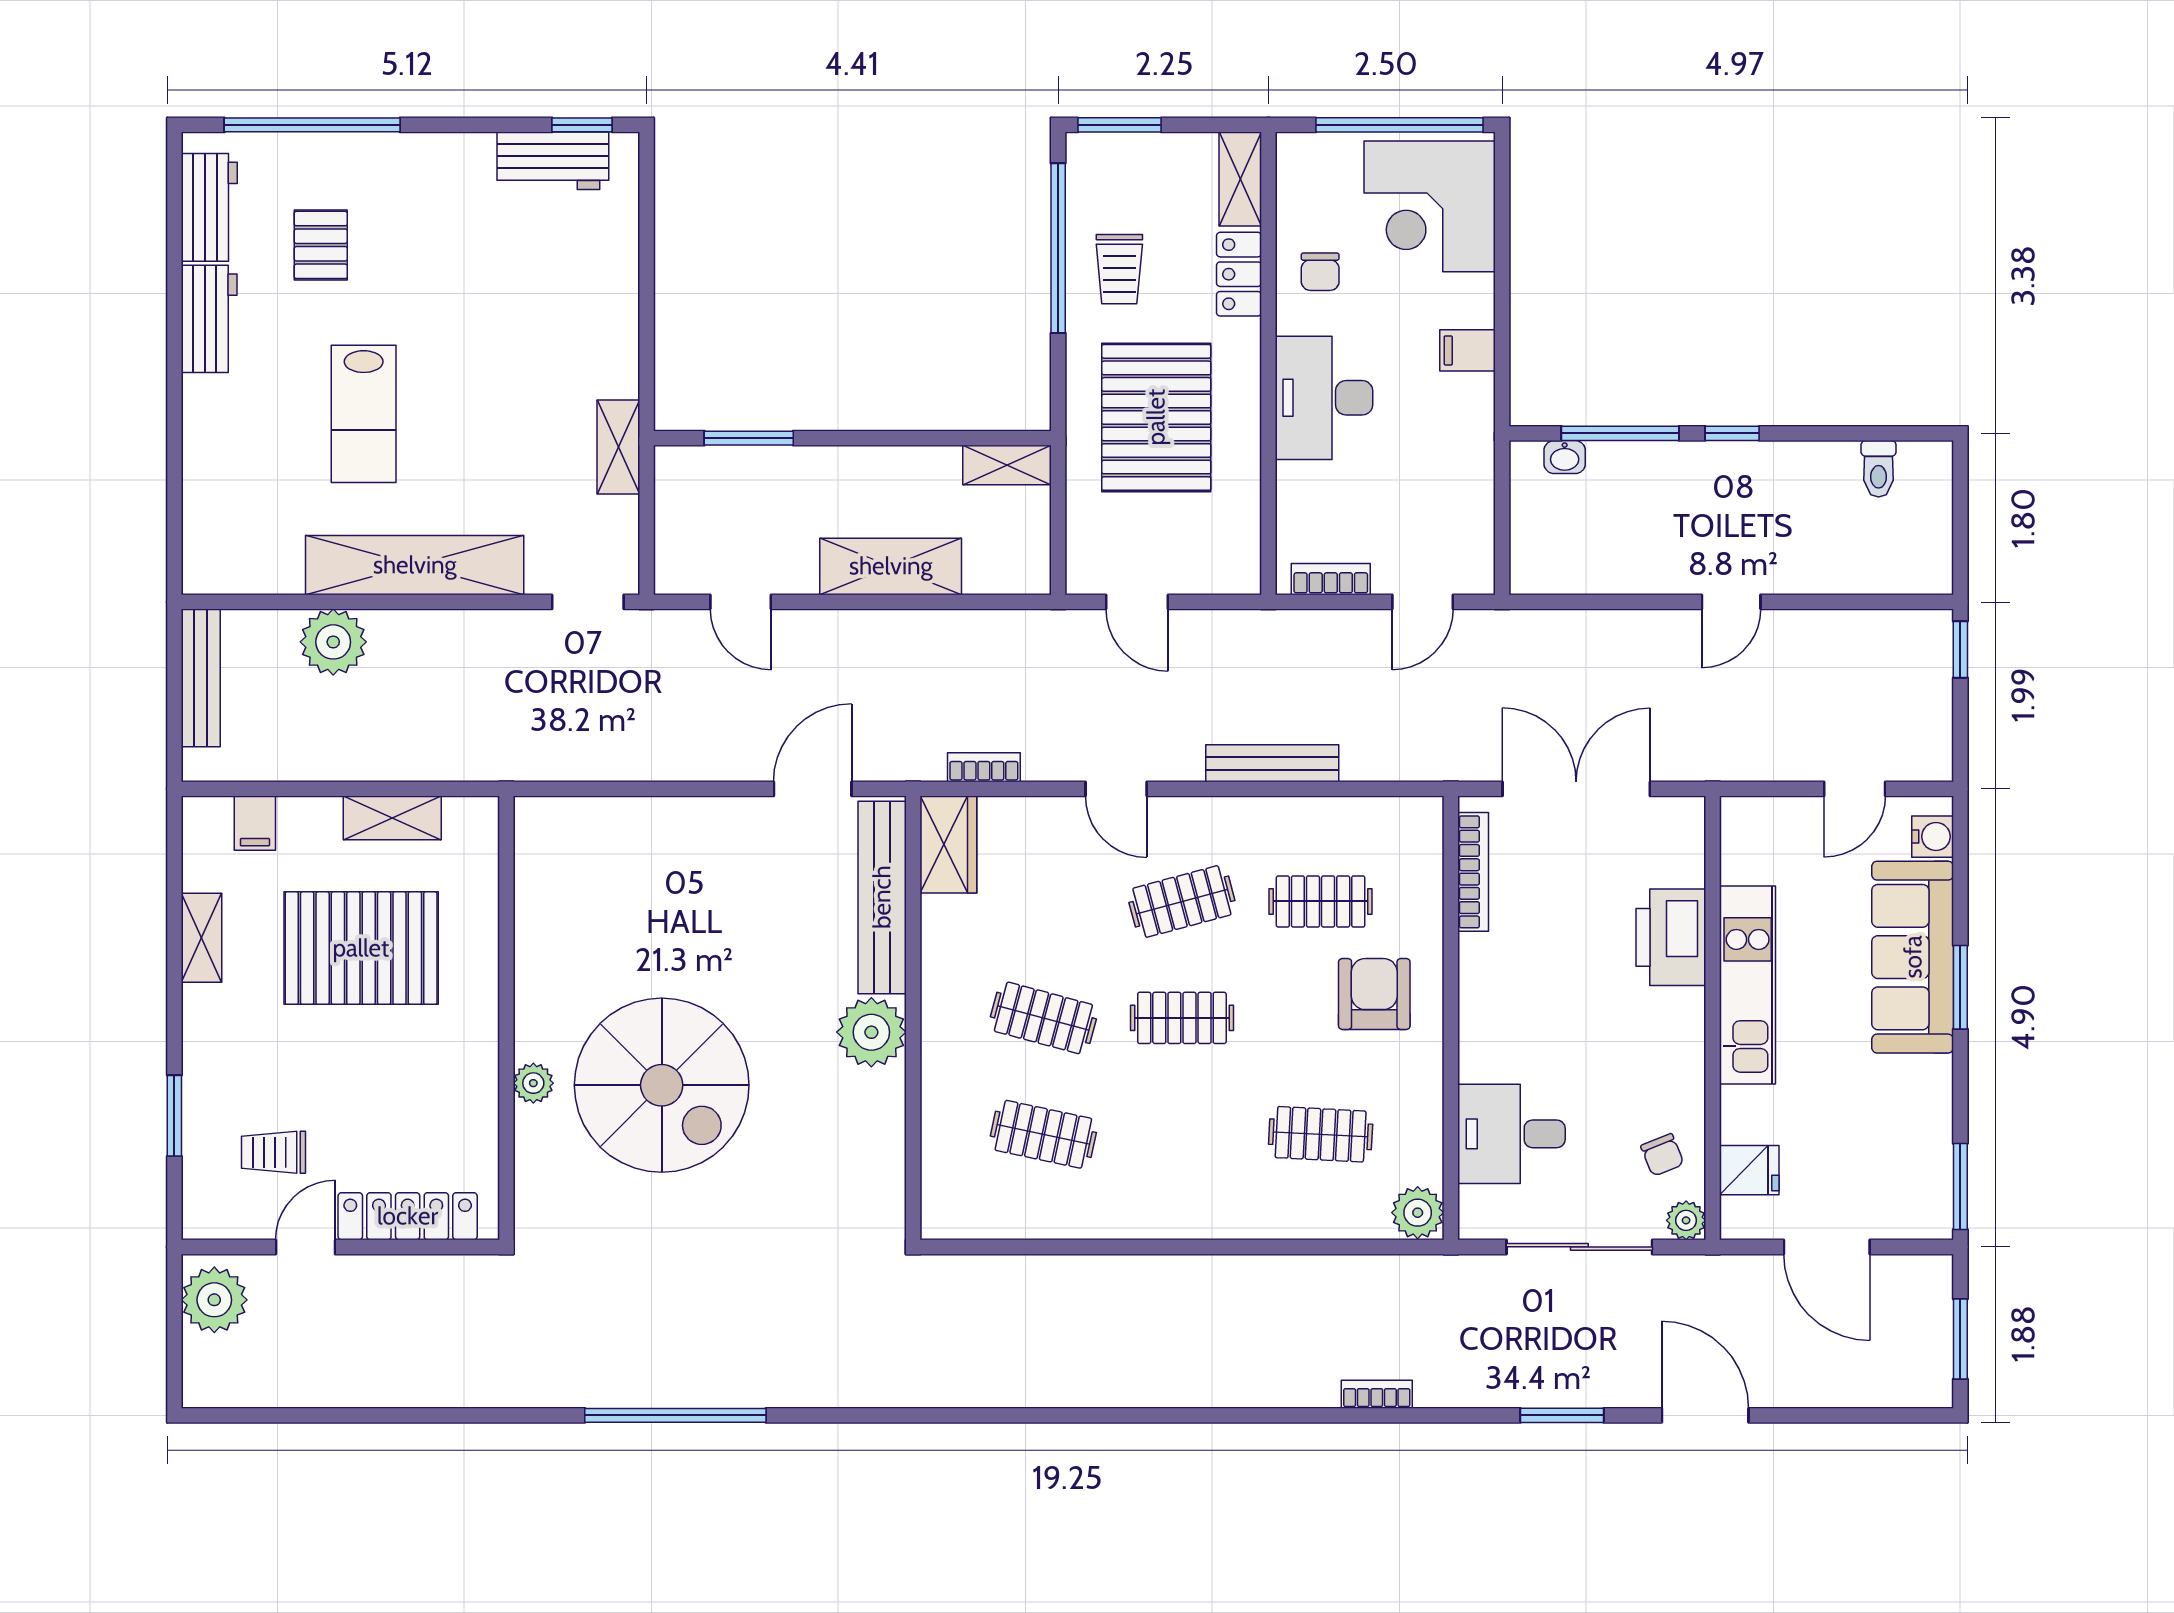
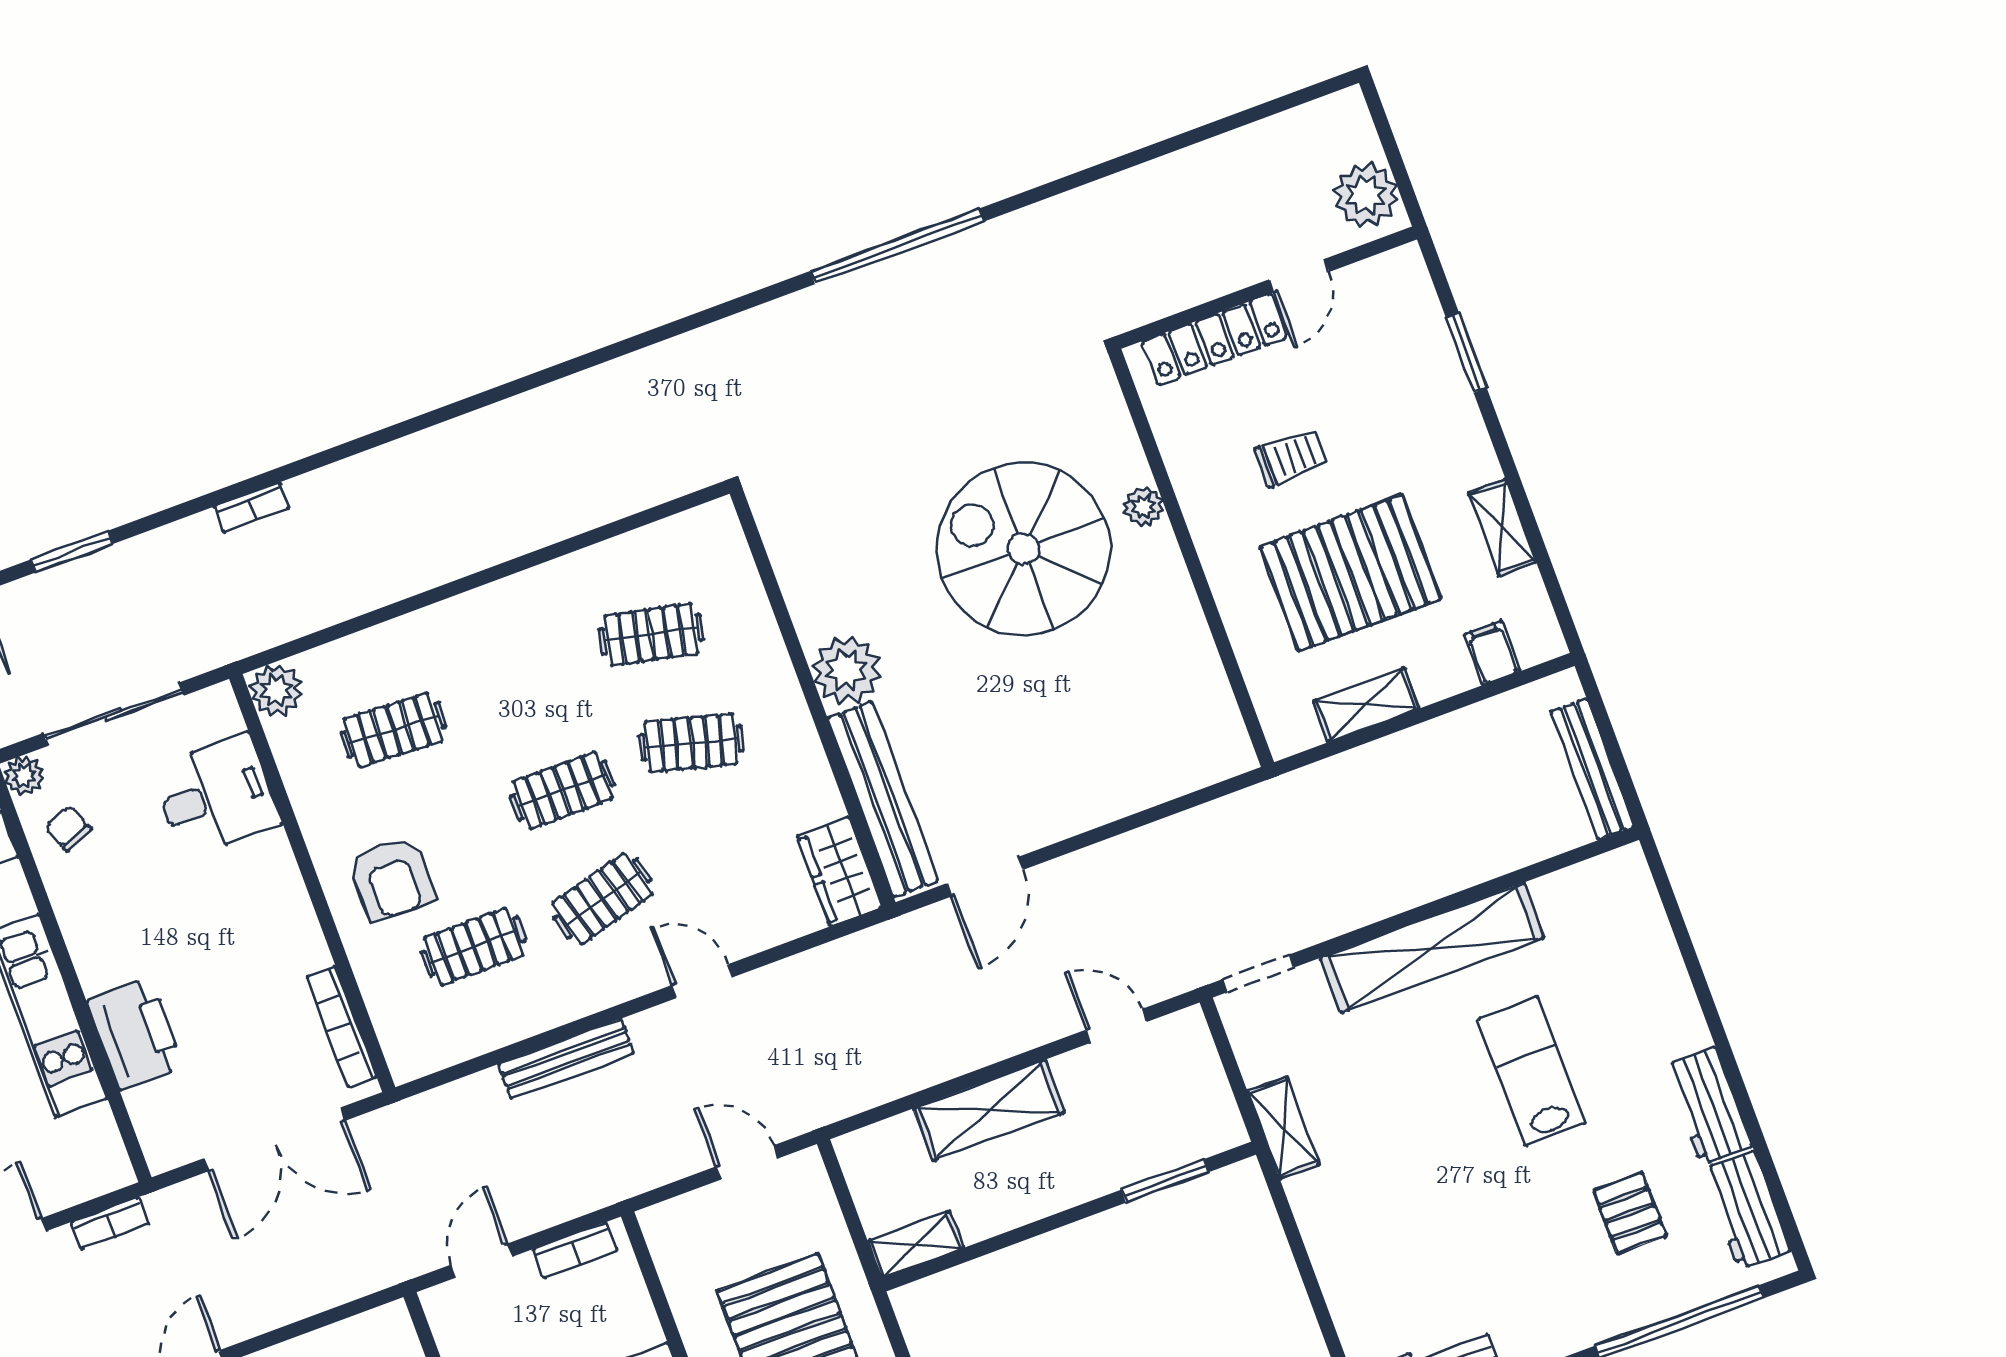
plant: (333, 642) -> (1482, 848), removed
bookcase: (984, 767) -> (110, 1223), moved
trolley: (274, 1152) -> (1291, 457), moved

